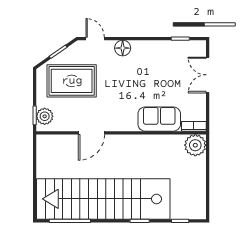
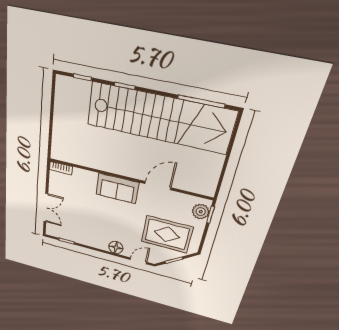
door: (95, 39) -> (138, 261), swing flipped
sofa: (159, 119) -> (117, 188), moved
plant: (195, 145) -> (61, 151), removed

